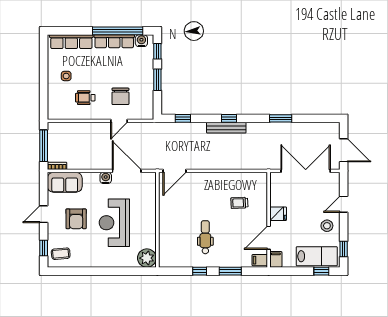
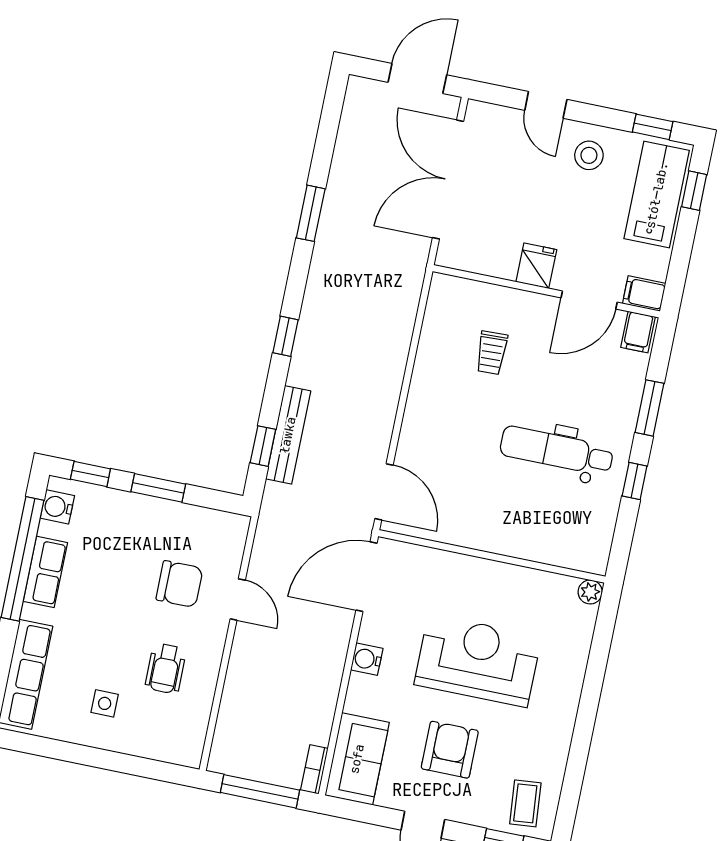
row of seats: (114, 41) -> (45, 572), width x0.68
bench: (226, 128) -> (288, 435), moved
door: (127, 171) -> (367, 577), moved
armchair: (76, 219) -> (450, 750), turned -90
reception desk: (114, 223) -> (478, 661), turned 180
dental chair: (205, 237) -> (557, 451), width x1.36, depth x1.38
door: (269, 238) -> (589, 300), hinge flipped
plant: (147, 258) -> (590, 592), width x0.53, depth x0.53

